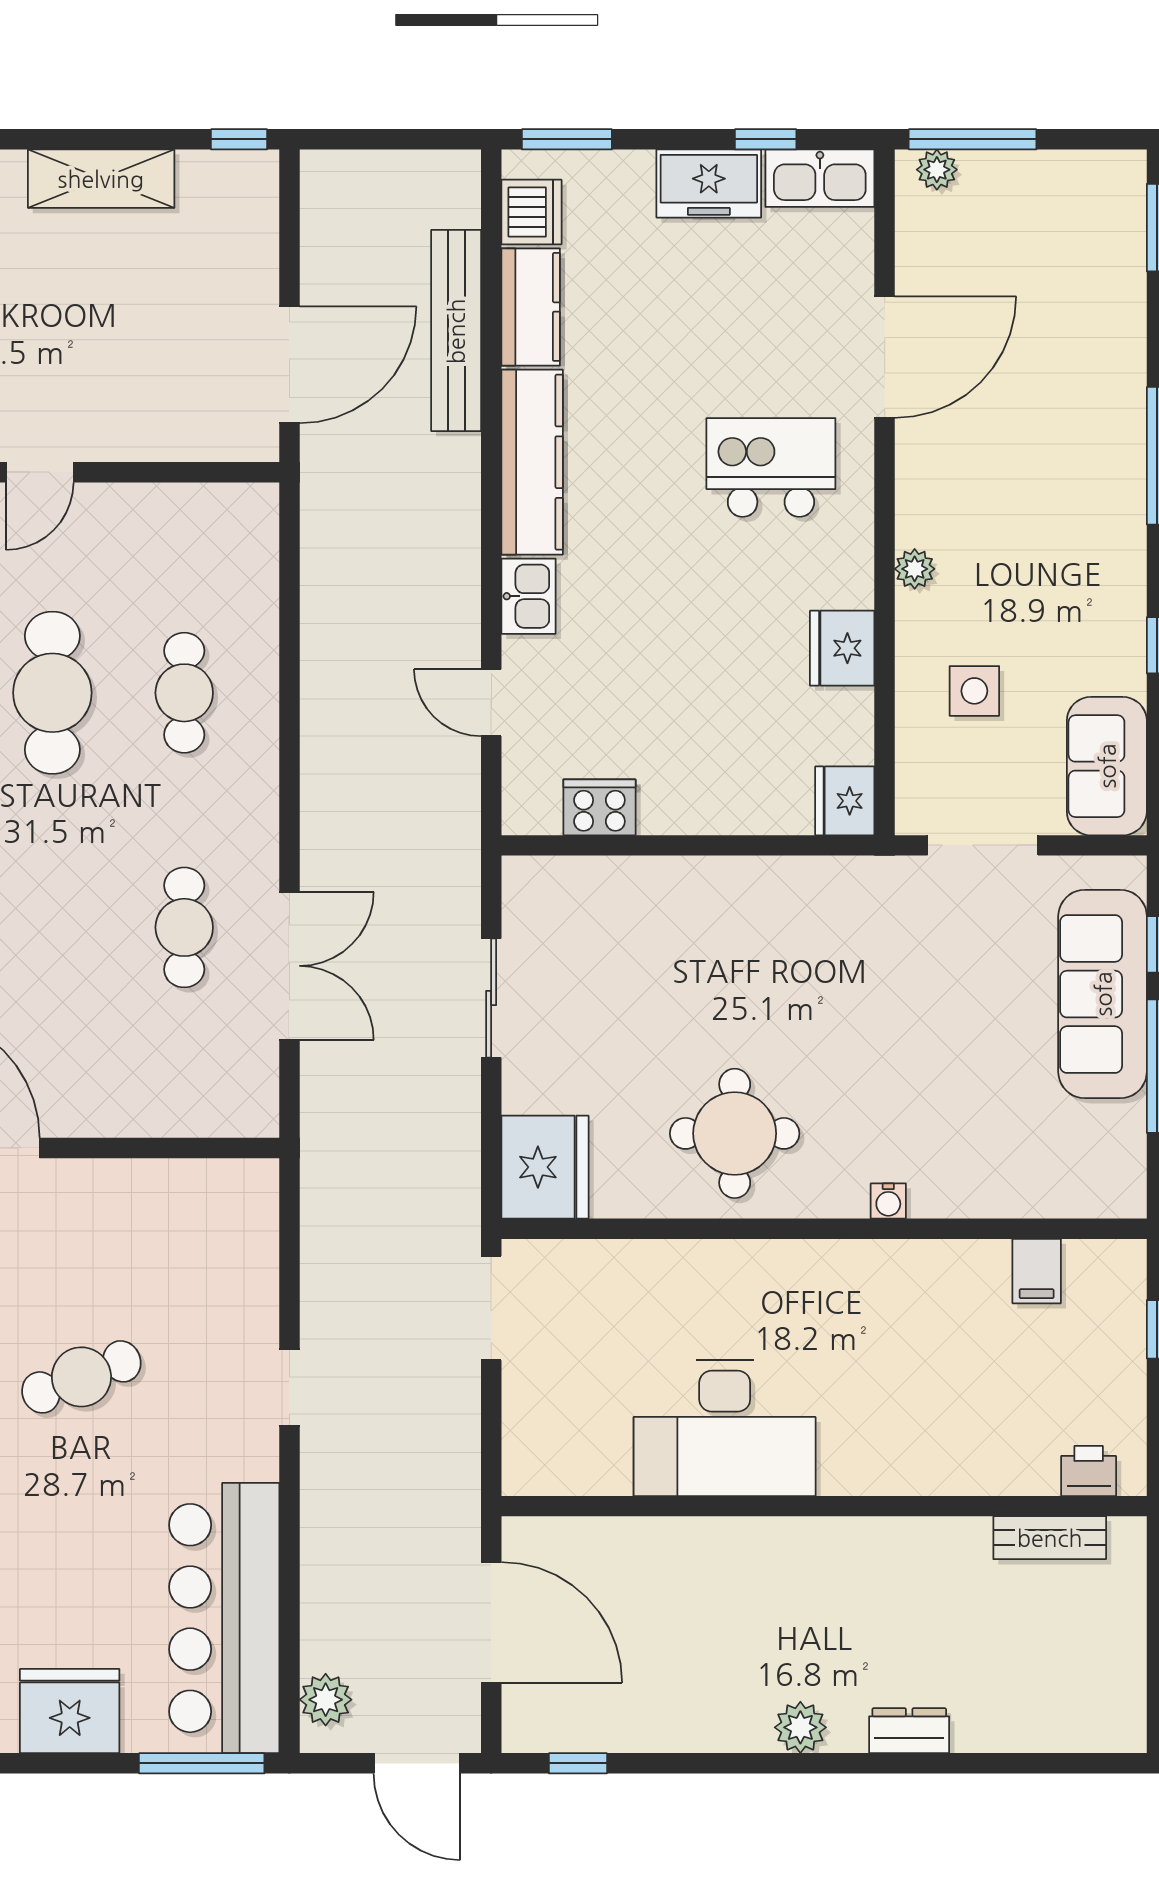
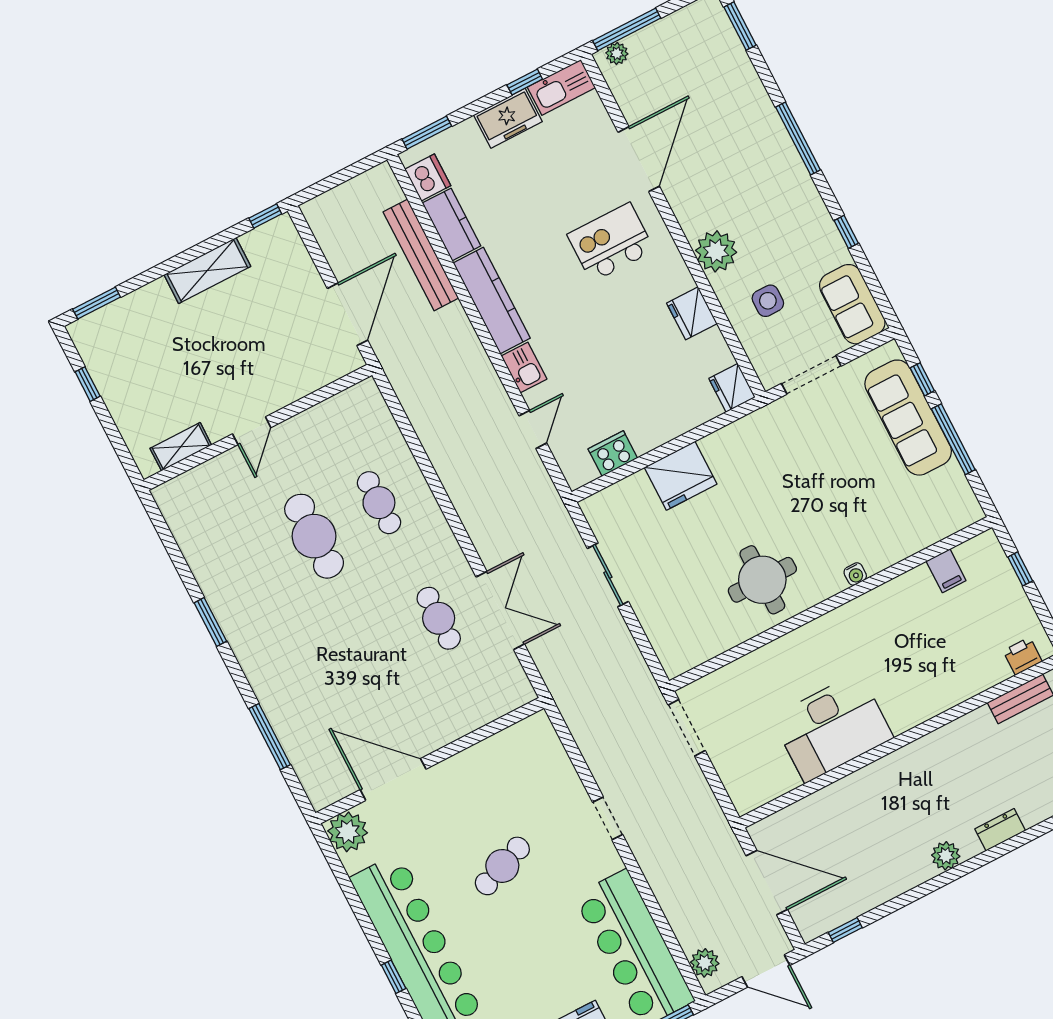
plant: (915, 569) -> (716, 251), width x1.88, depth x1.88
door: (491, 703) -> (533, 429), swing flipped
fridge: (545, 1167) -> (681, 476), moved, turned 90

